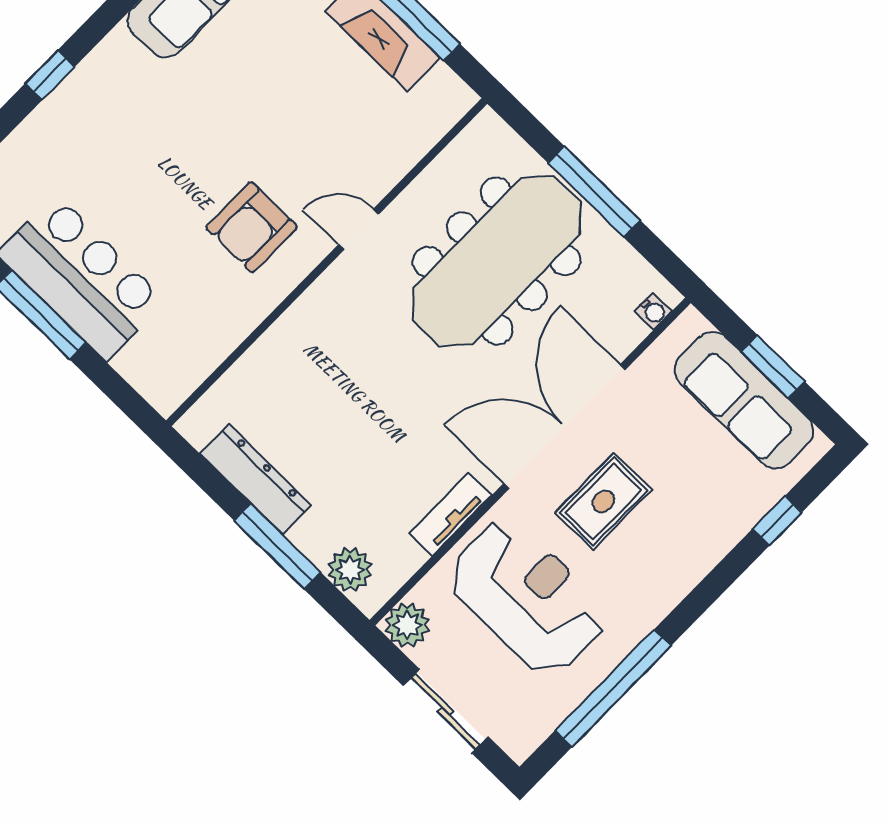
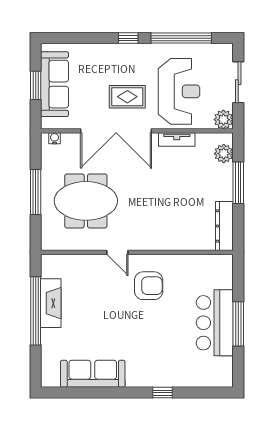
meeting table: (497, 261) -> (86, 201), width x0.73
dresser: (256, 479) -> (224, 226), moved
window: (777, 521) -> (128, 38), moved
reception desk: (527, 597) -> (179, 91), turned 180

